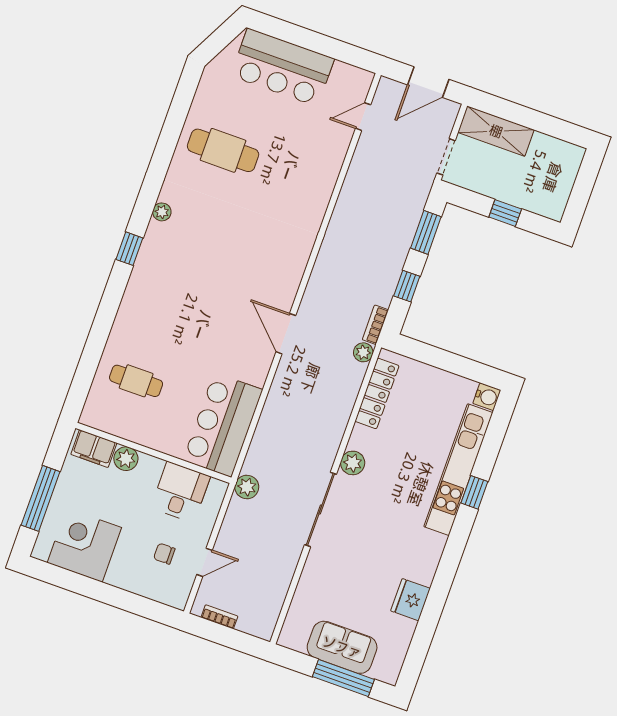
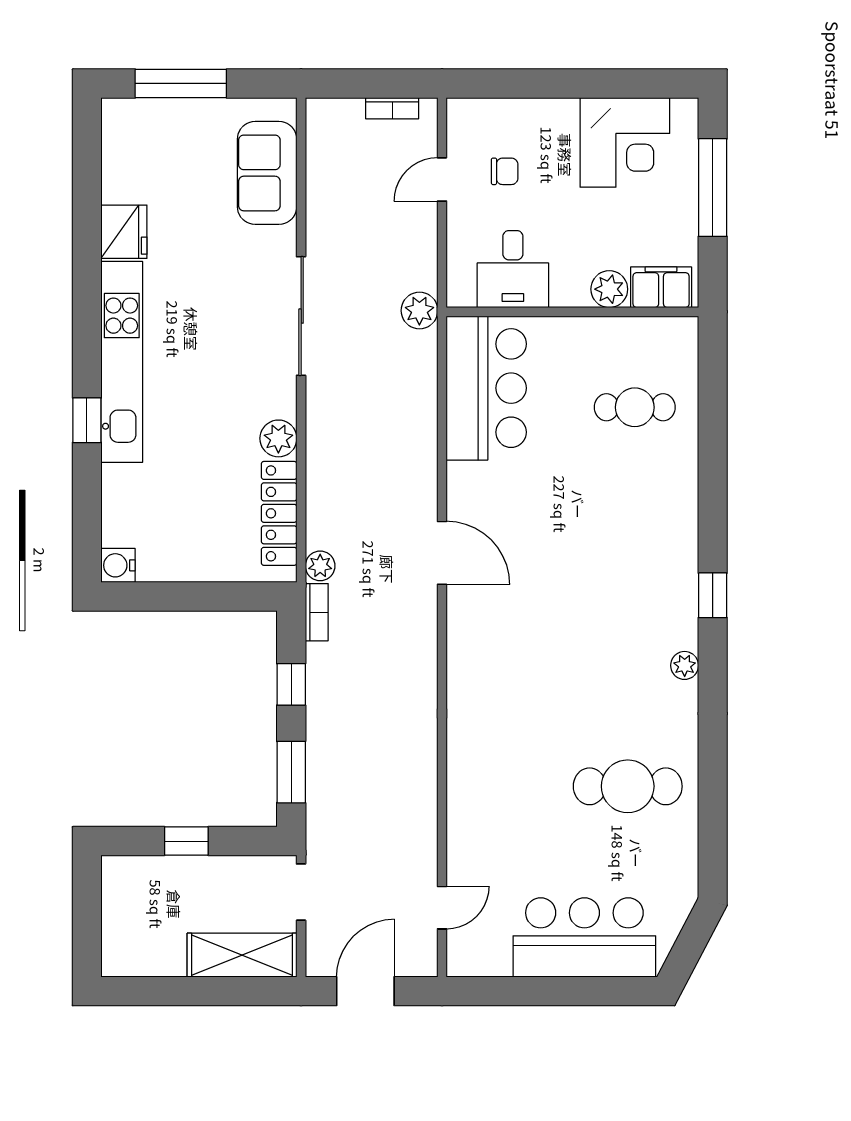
plant: (353, 463) -> (278, 438), moved
kitchen unit: (458, 470) -> (122, 362), moved
sofa: (342, 647) -> (267, 173), moved, turned 90

